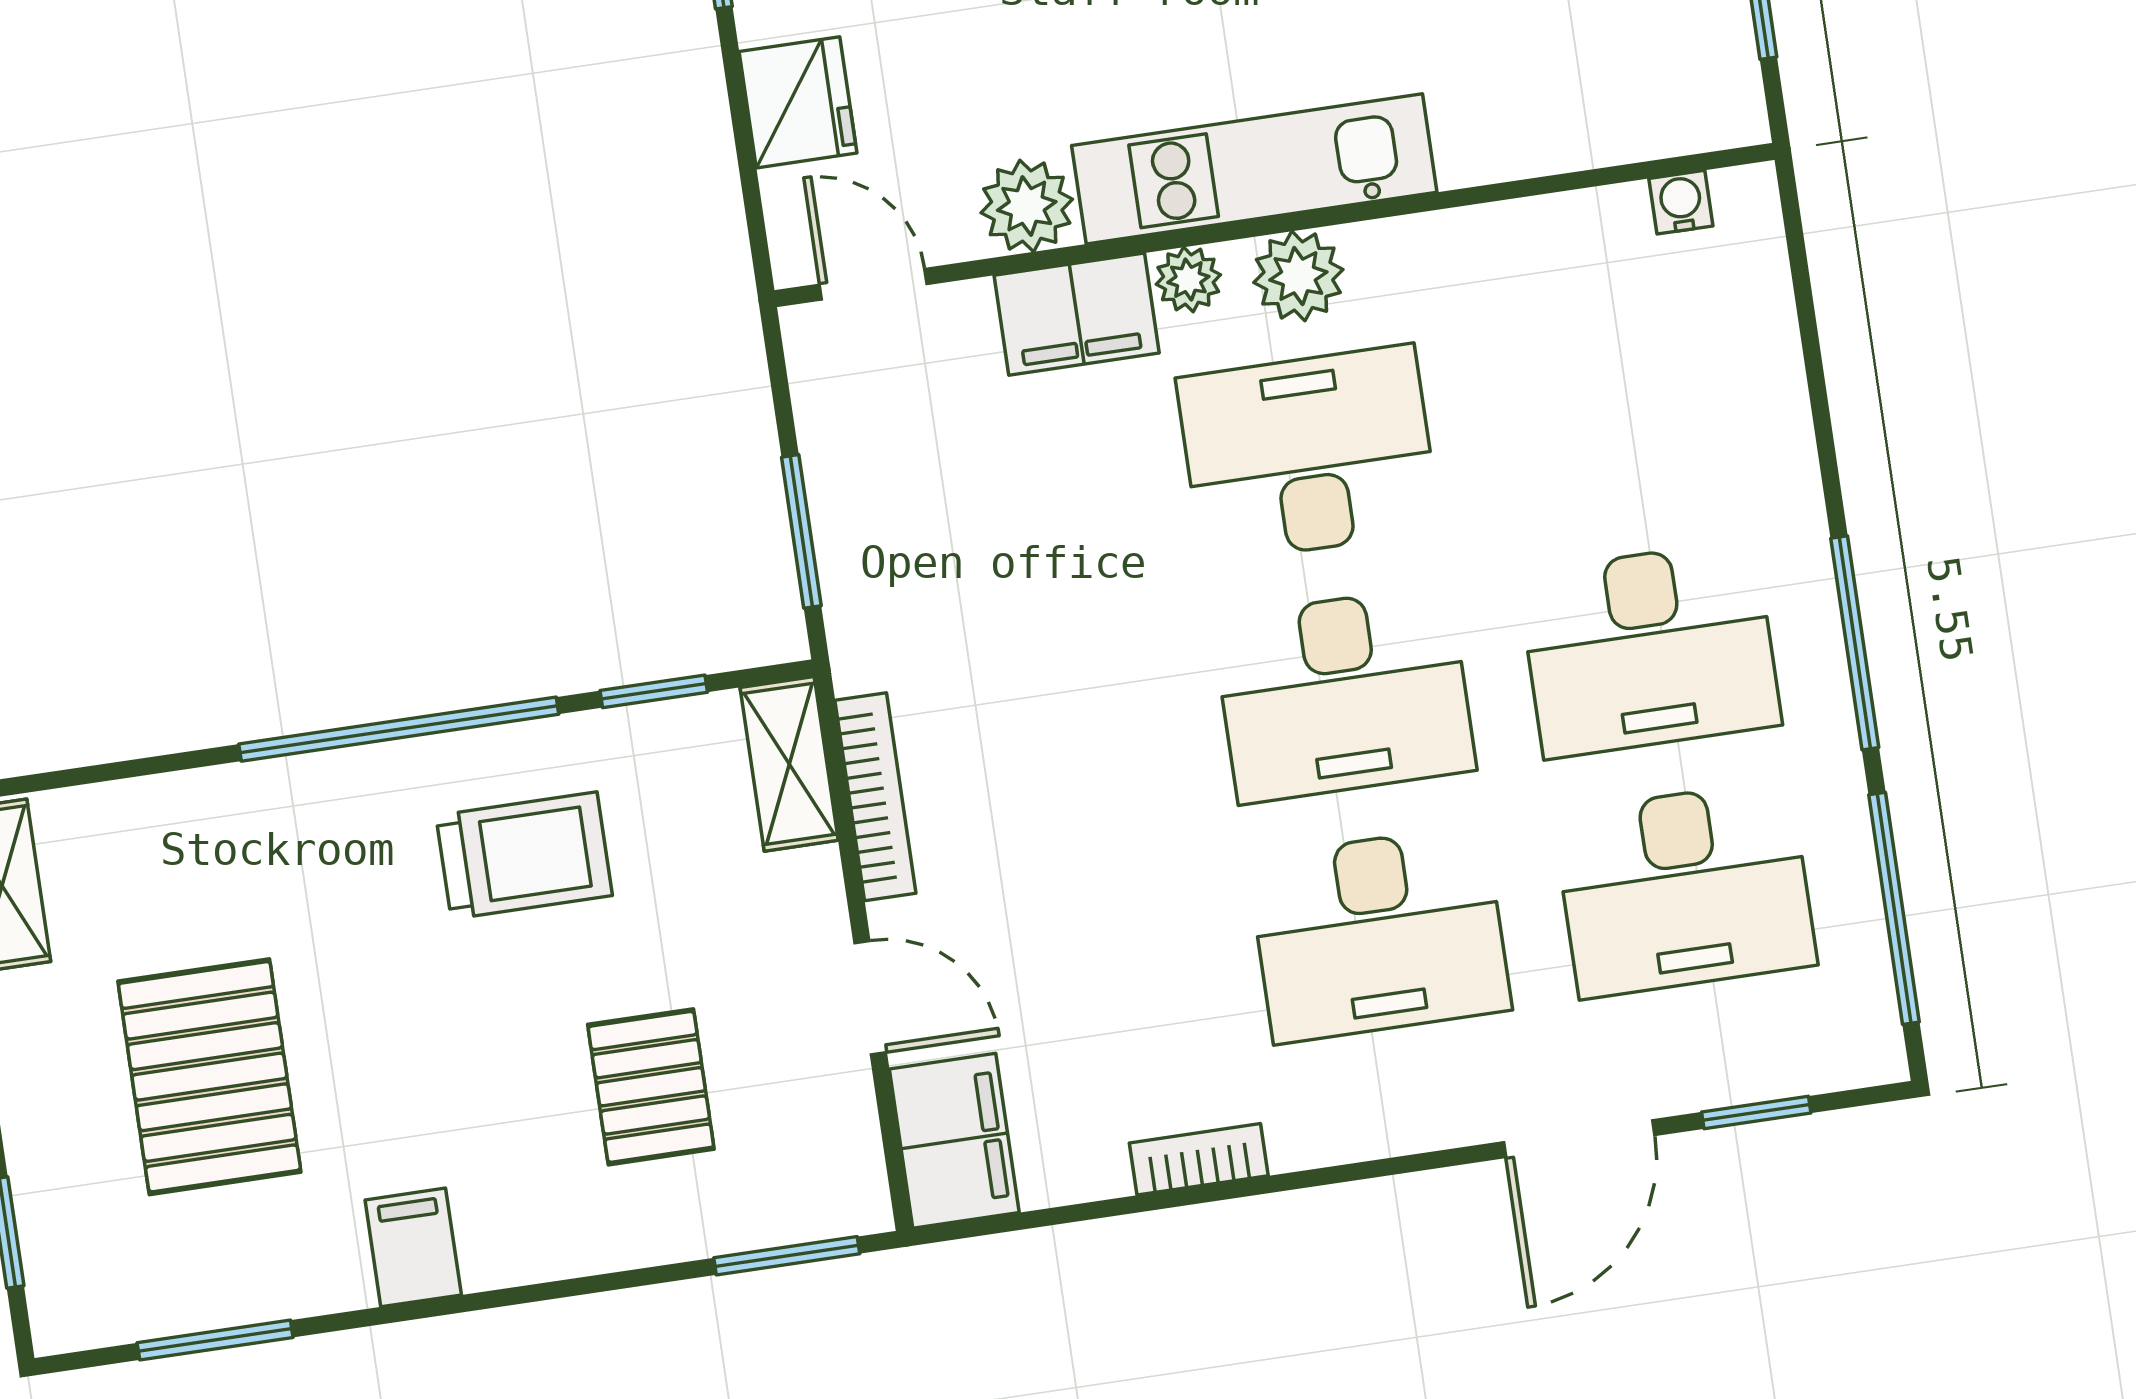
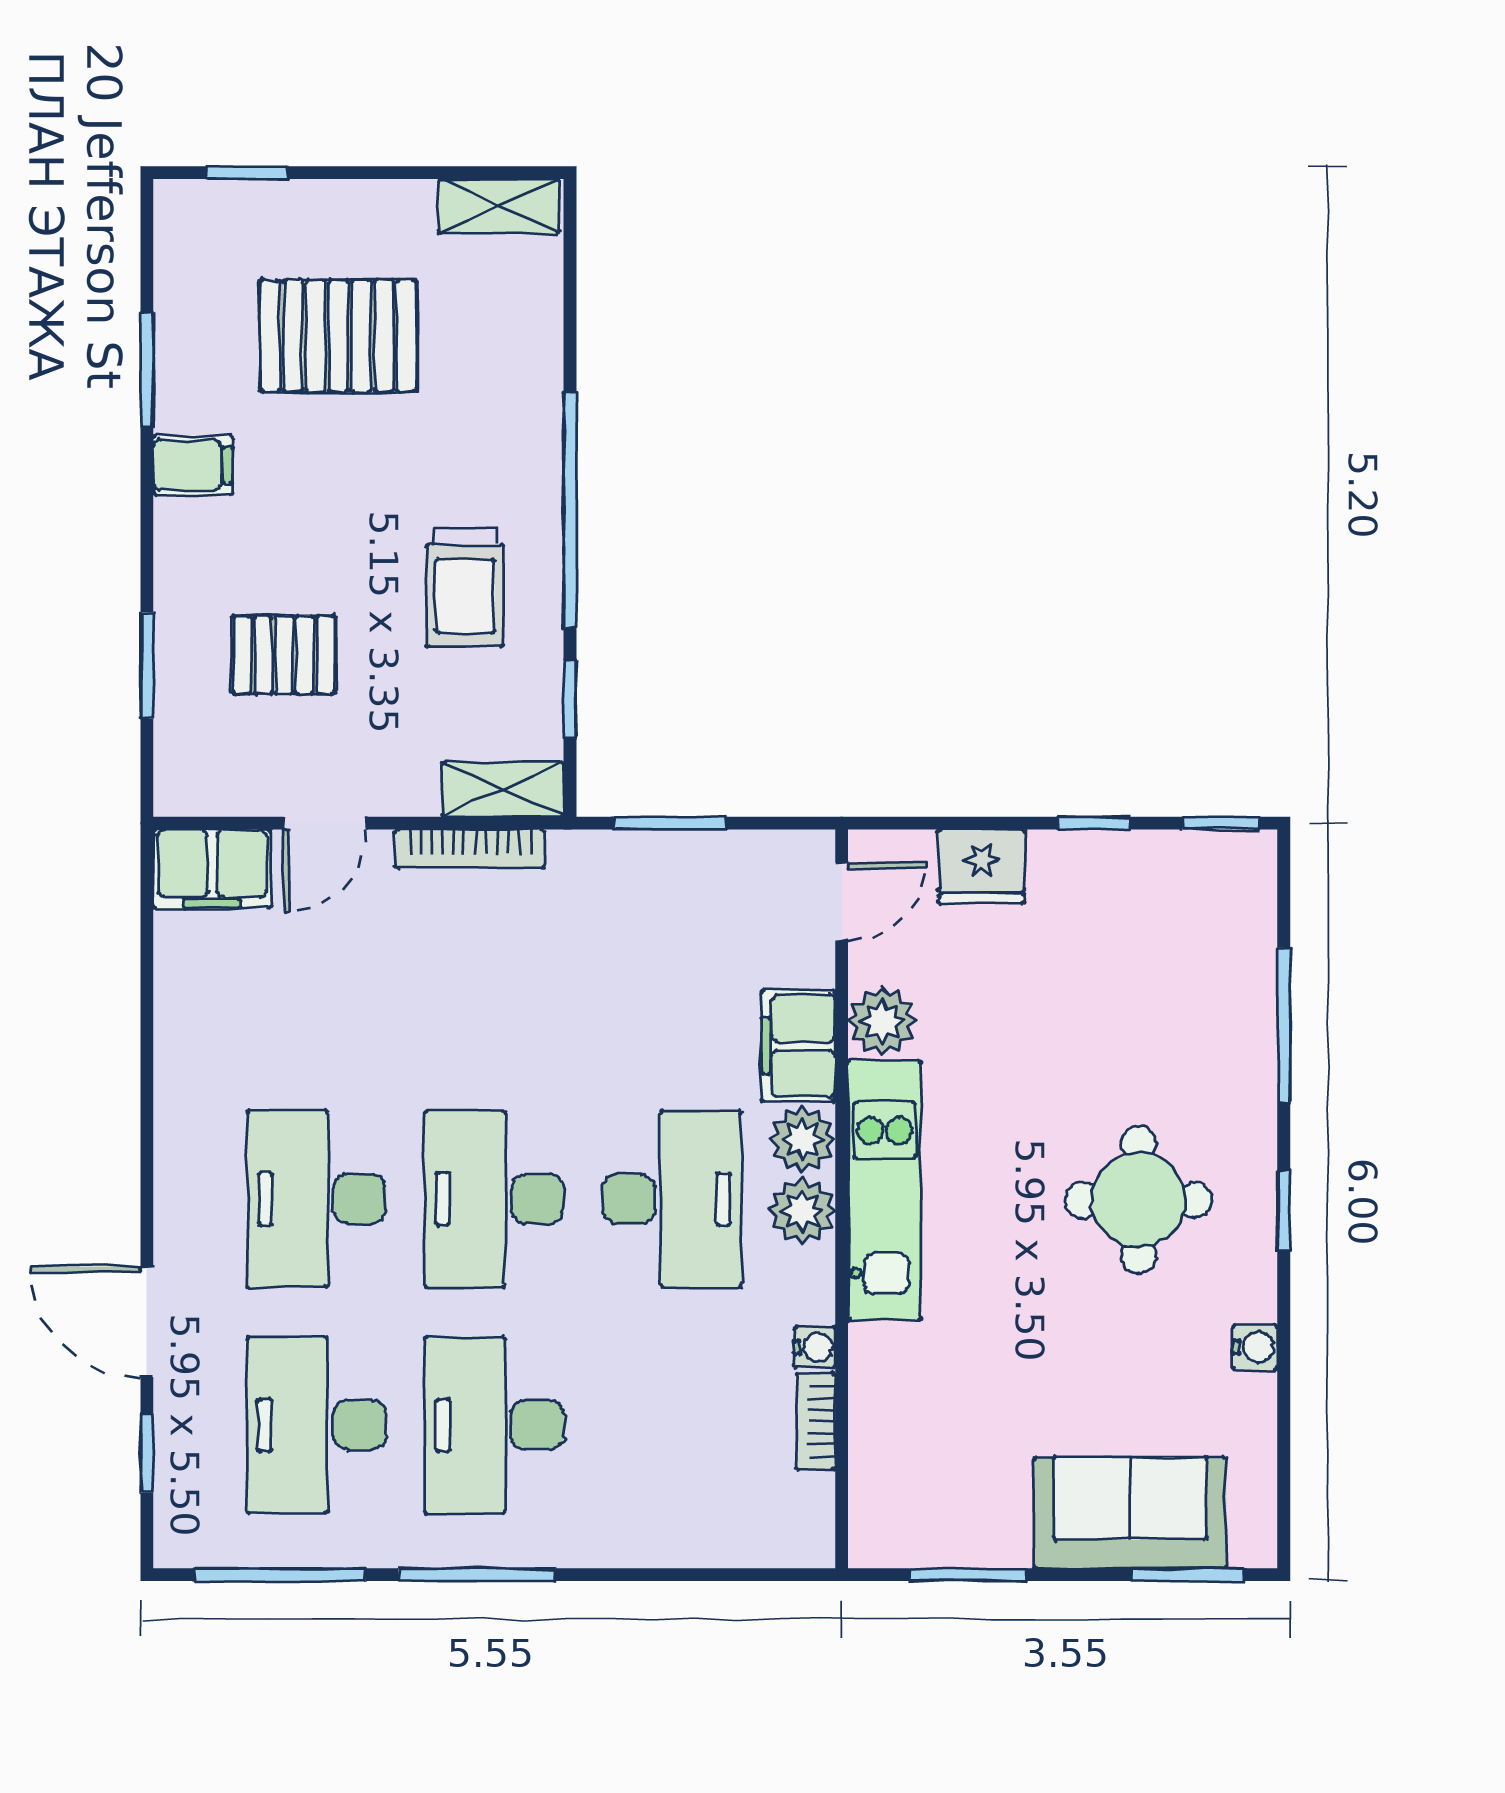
water cooler: (1681, 202) -> (815, 1347), moved
plant: (1188, 280) -> (802, 1140), width x1.38, depth x1.38
bookcase: (1199, 1159) -> (816, 1422), moved, turned 180
window: (787, 1256) -> (147, 666), moved
window: (215, 1340) -> (147, 370), moved

